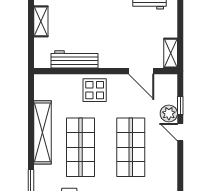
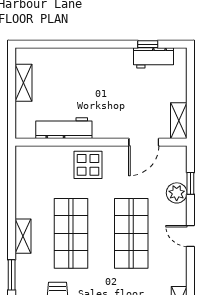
door: (141, 71) -> (144, 142), hinge flipped
shelving: (43, 132) -> (23, 236), width x0.45, depth x0.75
door: (180, 132) -> (190, 236), moved

